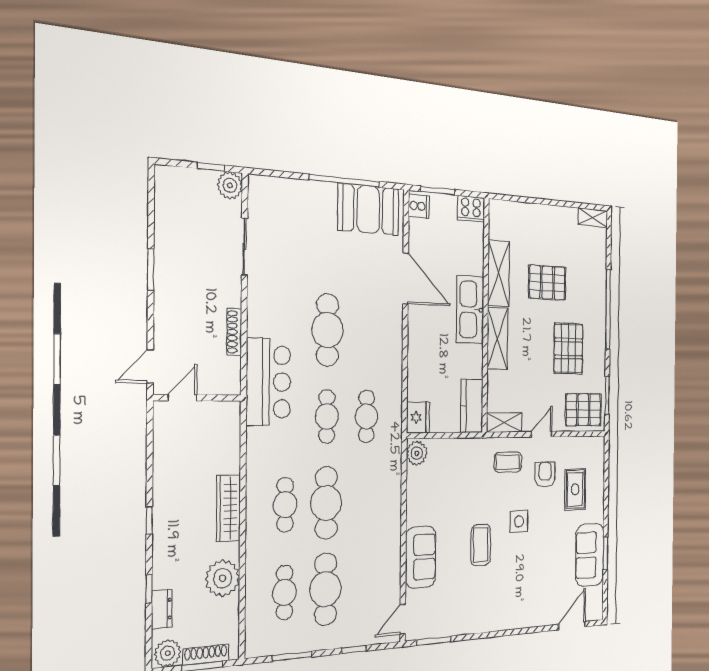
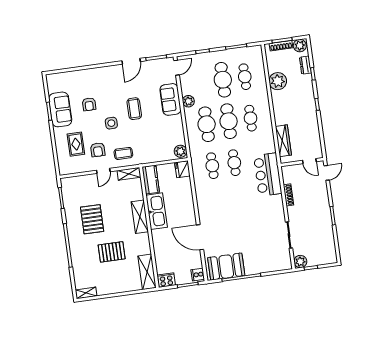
shelving: (499, 273) -> (147, 272), moved
kitchen sink: (470, 310) -> (157, 211), moved
cafe table: (328, 330) -> (207, 124), moved
door: (182, 398) -> (309, 161), hinge flipped
pallet: (583, 410) -> (77, 188), removed
wardrobe: (228, 508) -> (283, 141), moved
plant: (391, 551) -> (188, 101), added
armchair: (548, 560) -> (89, 104), added
door: (572, 626) -> (131, 61), moved

